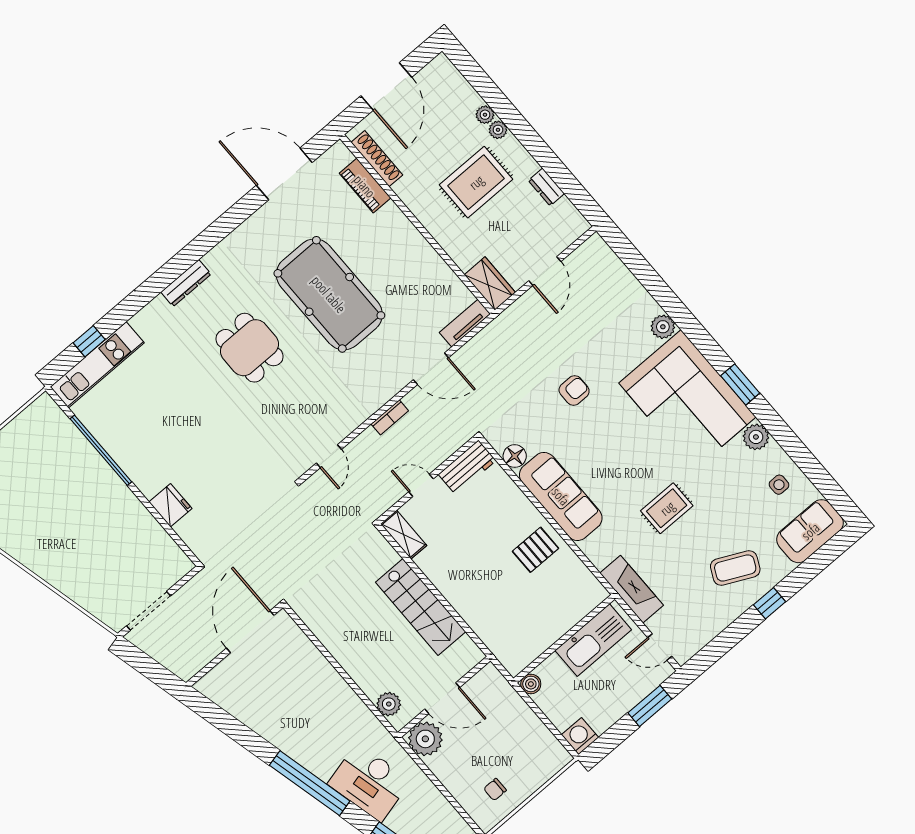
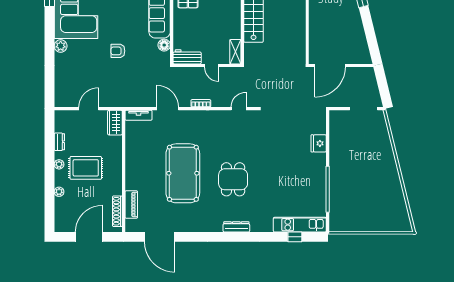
plant: (498, 130) -> (59, 164), moved

